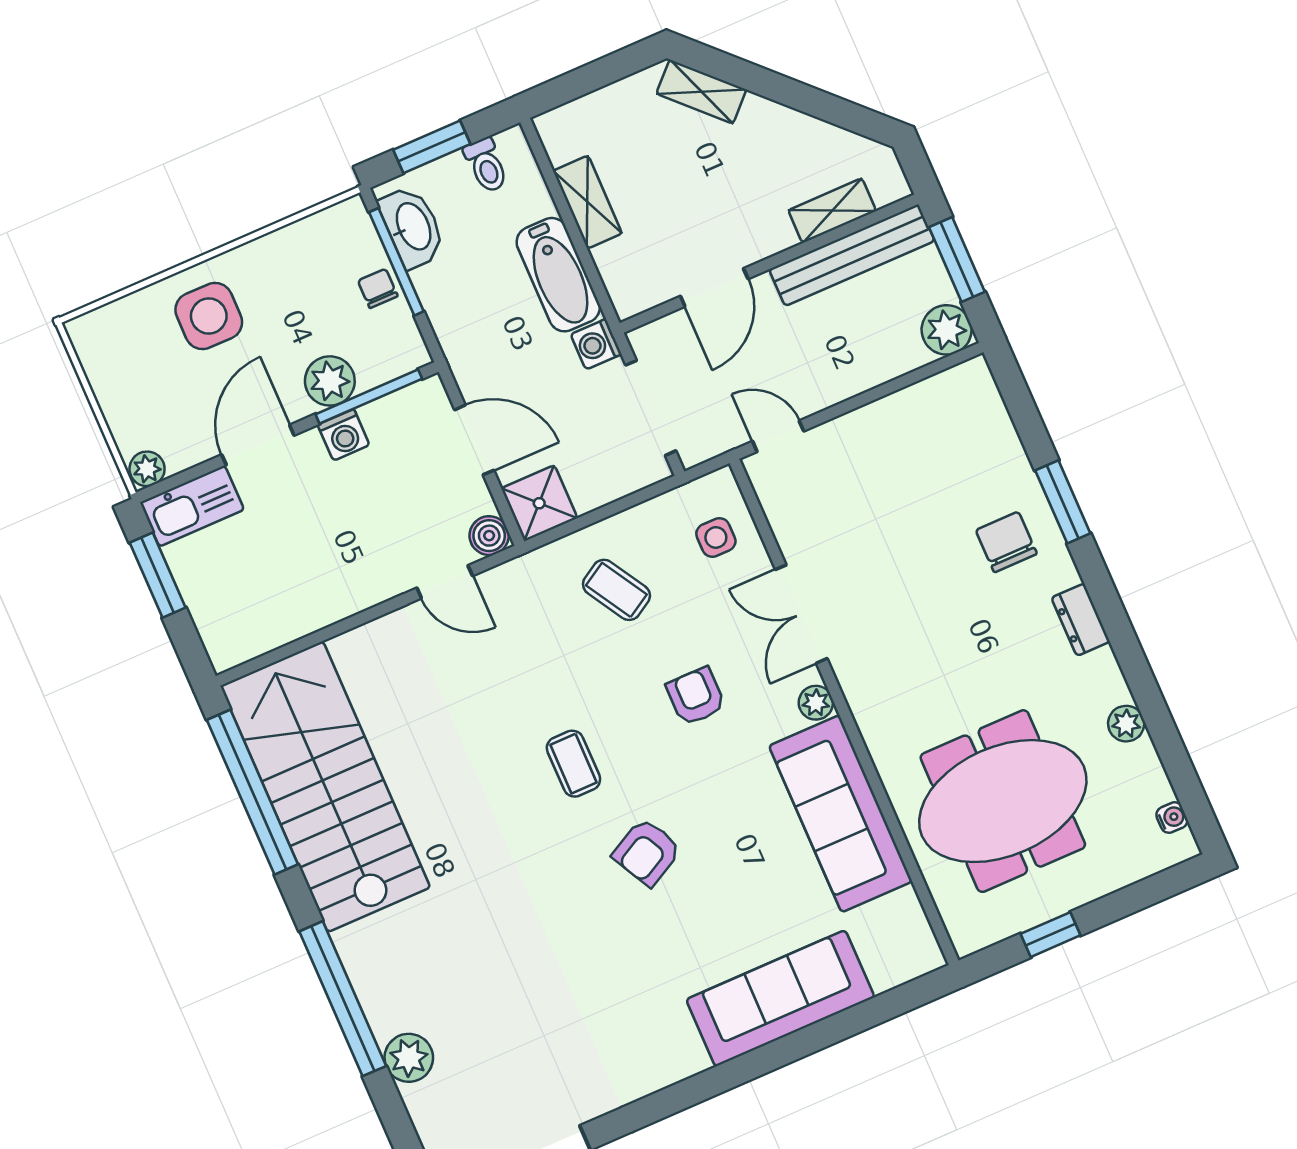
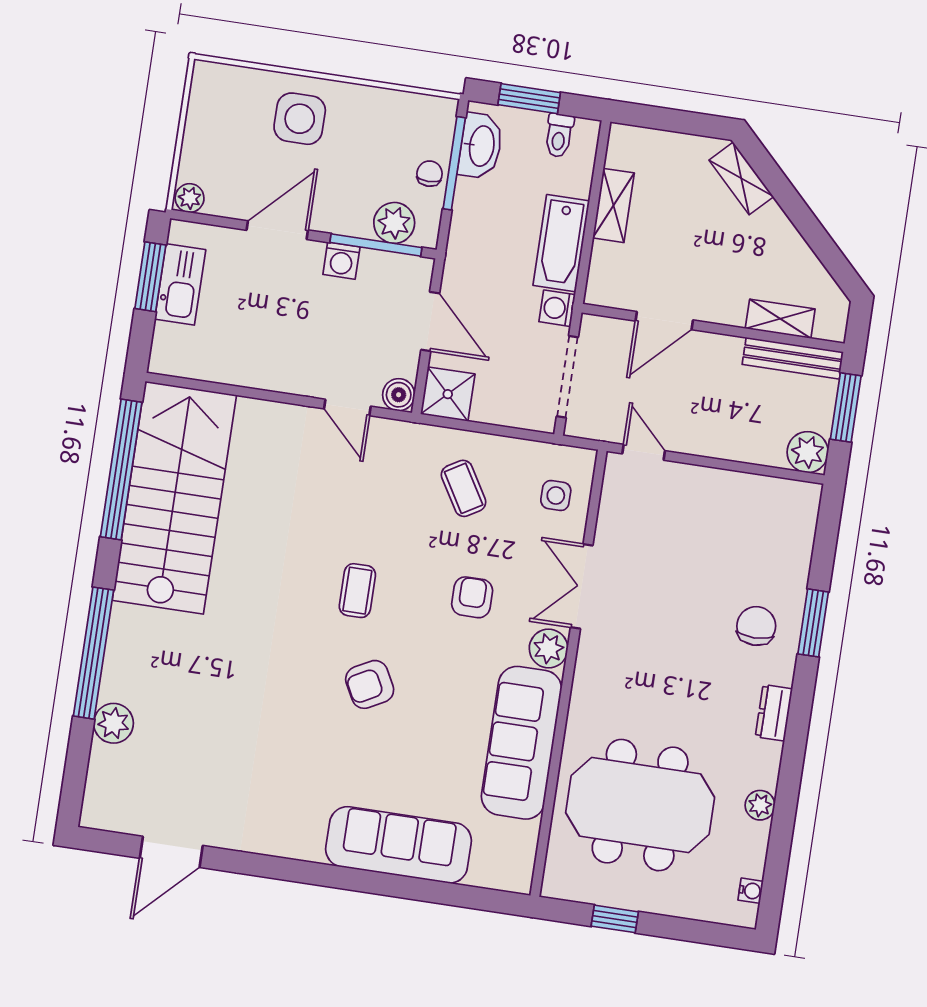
bench: (852, 255) -> (793, 358), width x0.73, depth x0.82
plant: (330, 381) -> (394, 223), moved
kitchen sink: (192, 506) -> (180, 284), moved, turned -90
plant: (816, 703) -> (549, 649), width x1.38, depth x1.38

